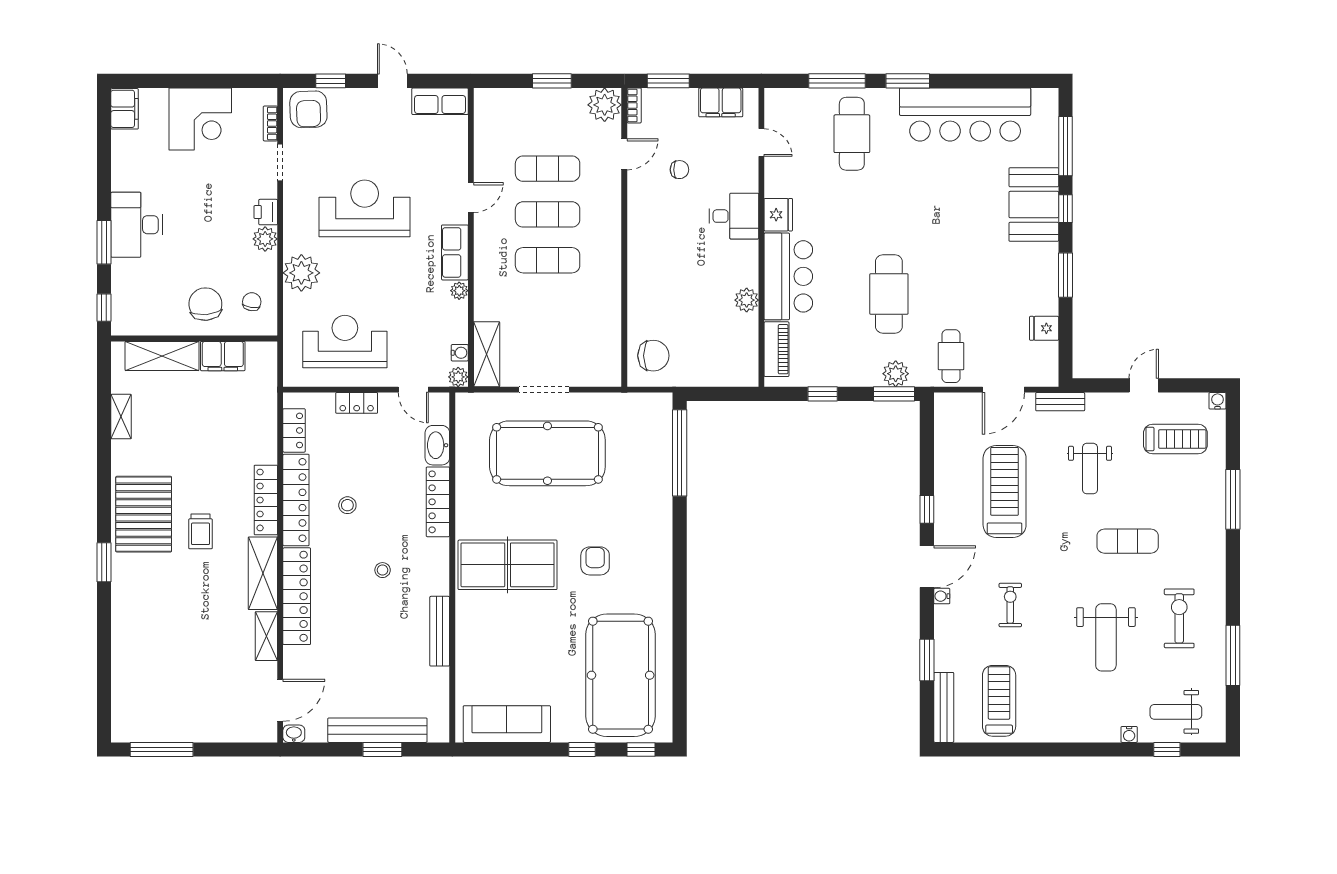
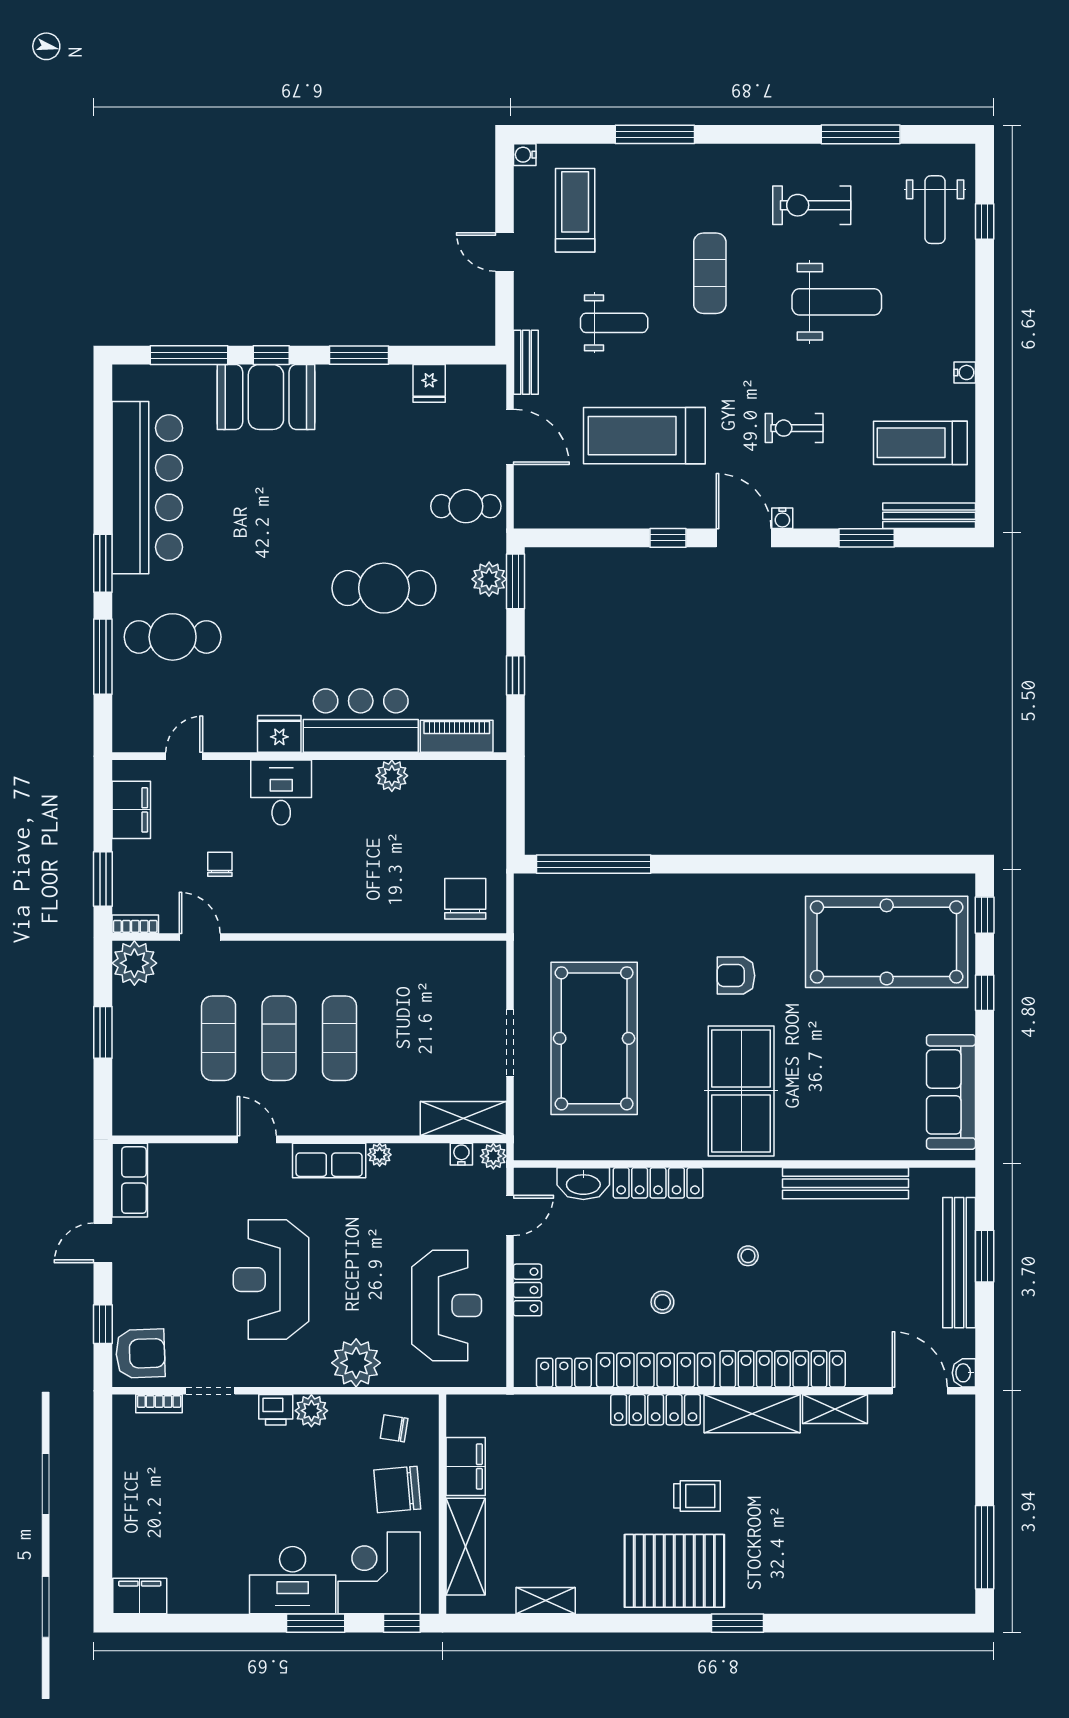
corner desk: (200, 119) -> (379, 1573), moved, turned -90
reception desk: (345, 342) -> (447, 1306), turned 180
bench: (440, 631) -> (846, 1183), width x1.37, depth x1.21
water cooler: (1129, 734) -> (965, 372), moved

